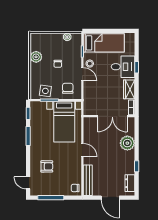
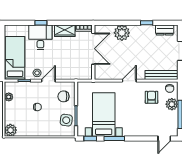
plant: (36, 57) -> (10, 130), moved
bed with nightstands: (64, 122) -> (104, 115), moved, turned -90
armchair: (47, 166) -> (151, 97), moved
plant: (60, 190) -> (172, 104), added

